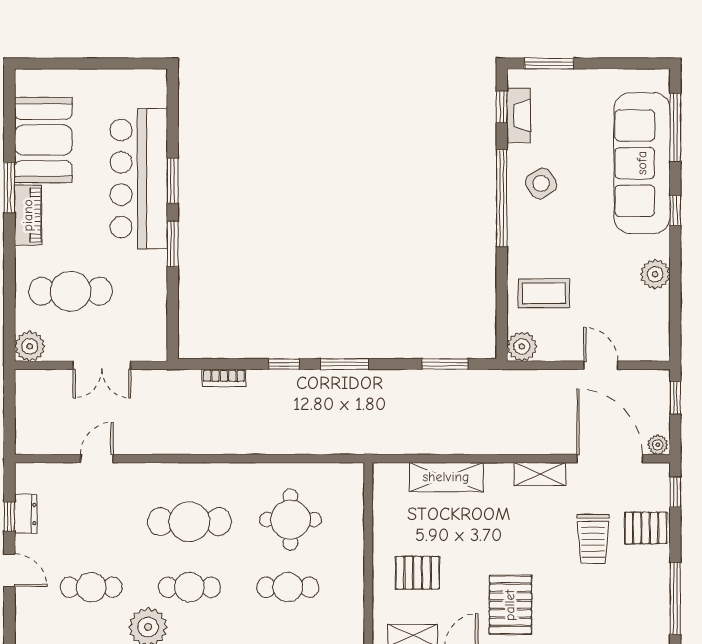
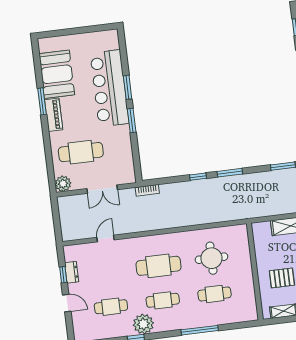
bookcase: (224, 378) -> (147, 190), moved

